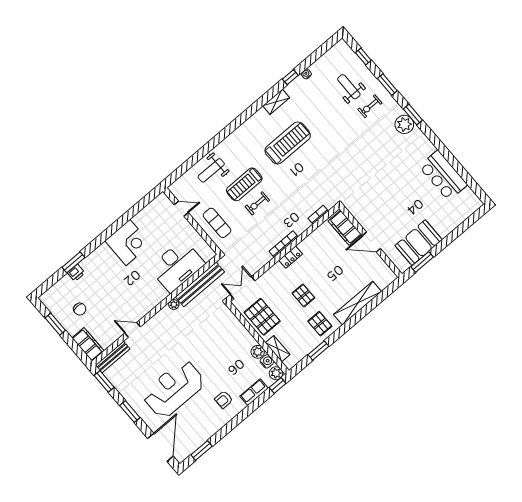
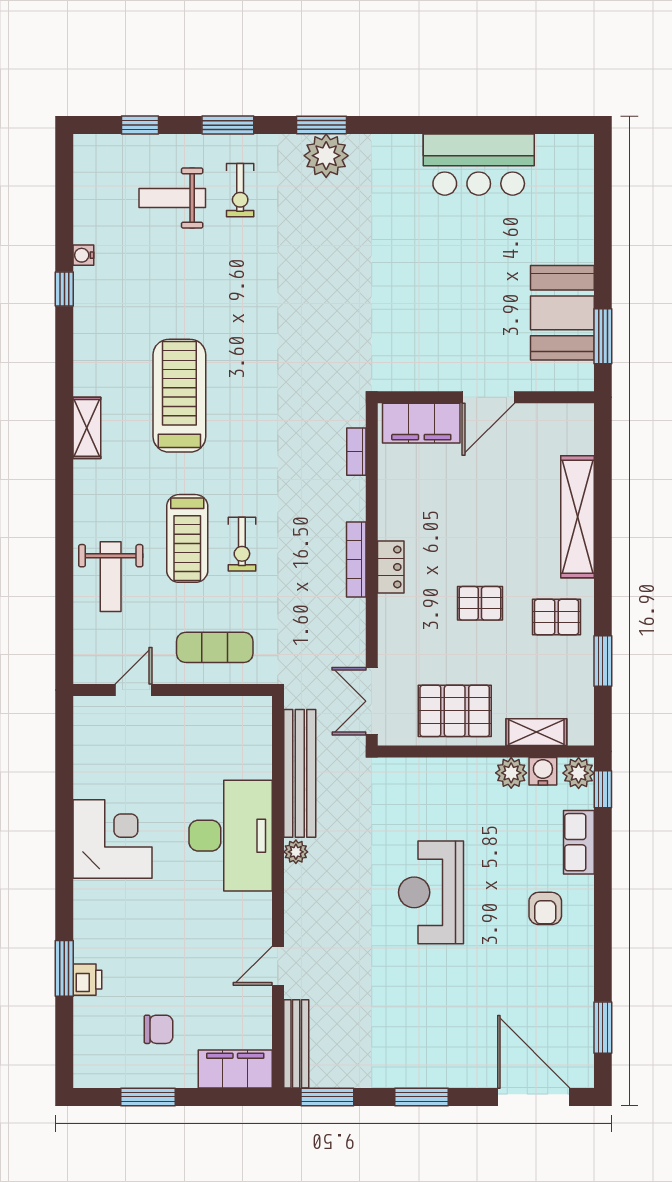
shelving: (276, 102) -> (87, 428), moved
desk: (177, 266) -> (231, 836), moved
reception desk: (174, 389) -> (431, 892), moved, width x0.74, depth x0.77

